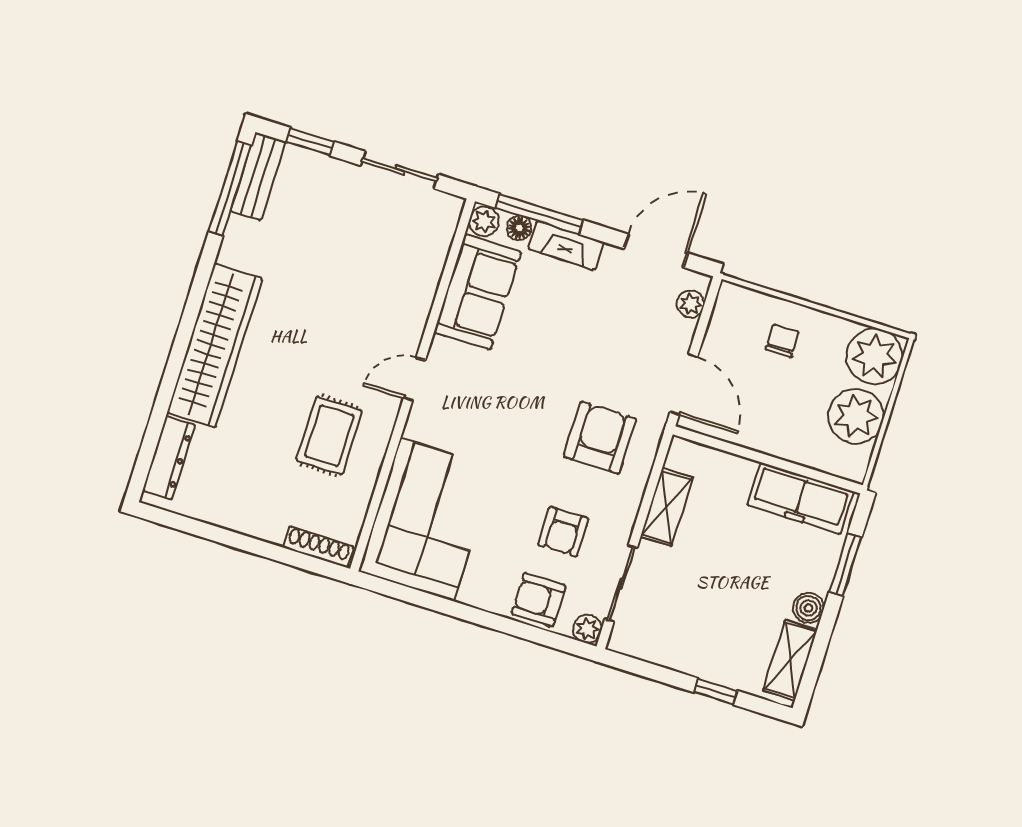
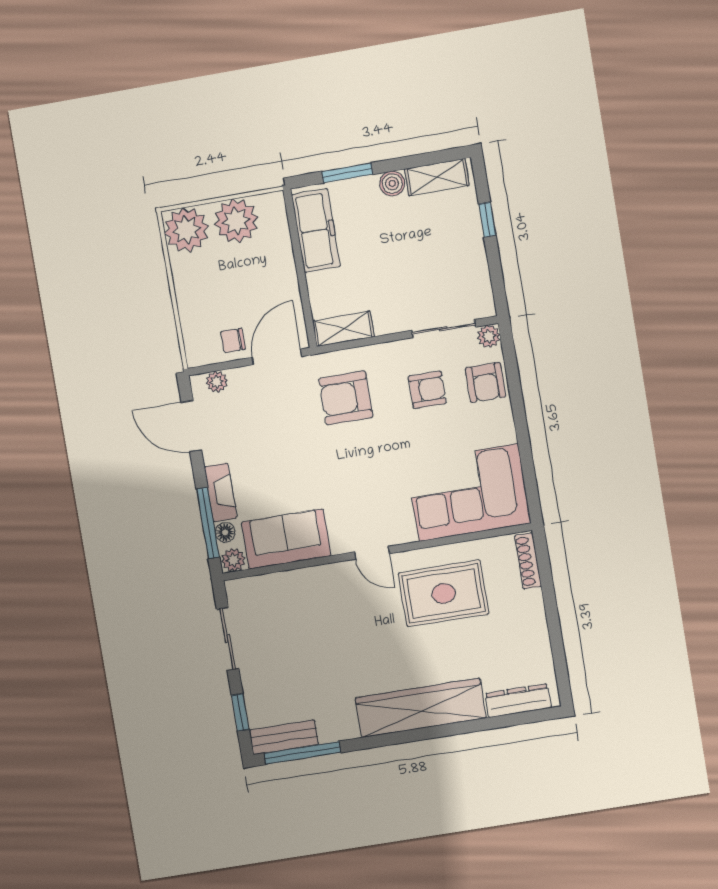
chair: (782, 341) -> (233, 340), moved
rug: (329, 436) -> (444, 593), width x1.36, depth x1.43
shelving: (667, 507) -> (343, 329), moved

